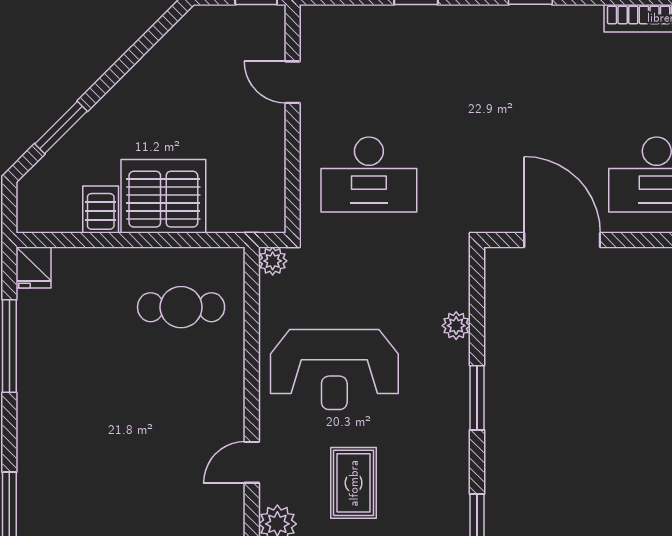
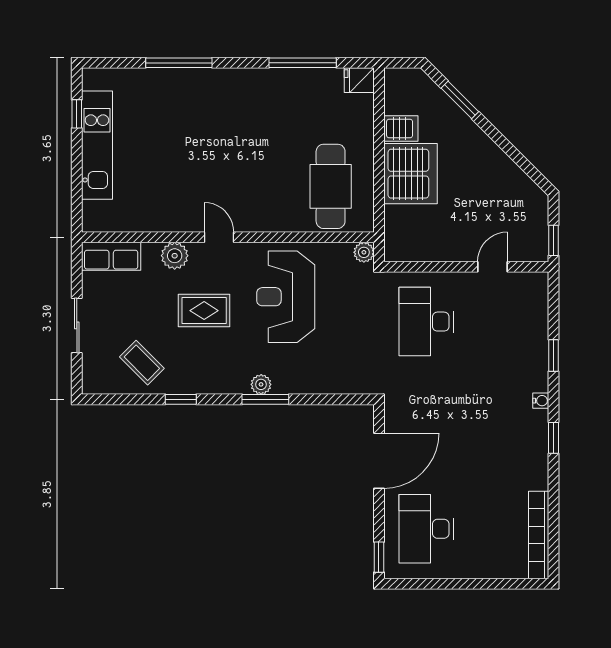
water cooler: (479, 15) -> (541, 401), added
cafe table: (181, 307) -> (331, 186), width x1.37, depth x1.35
plant: (456, 326) -> (261, 384), moved

